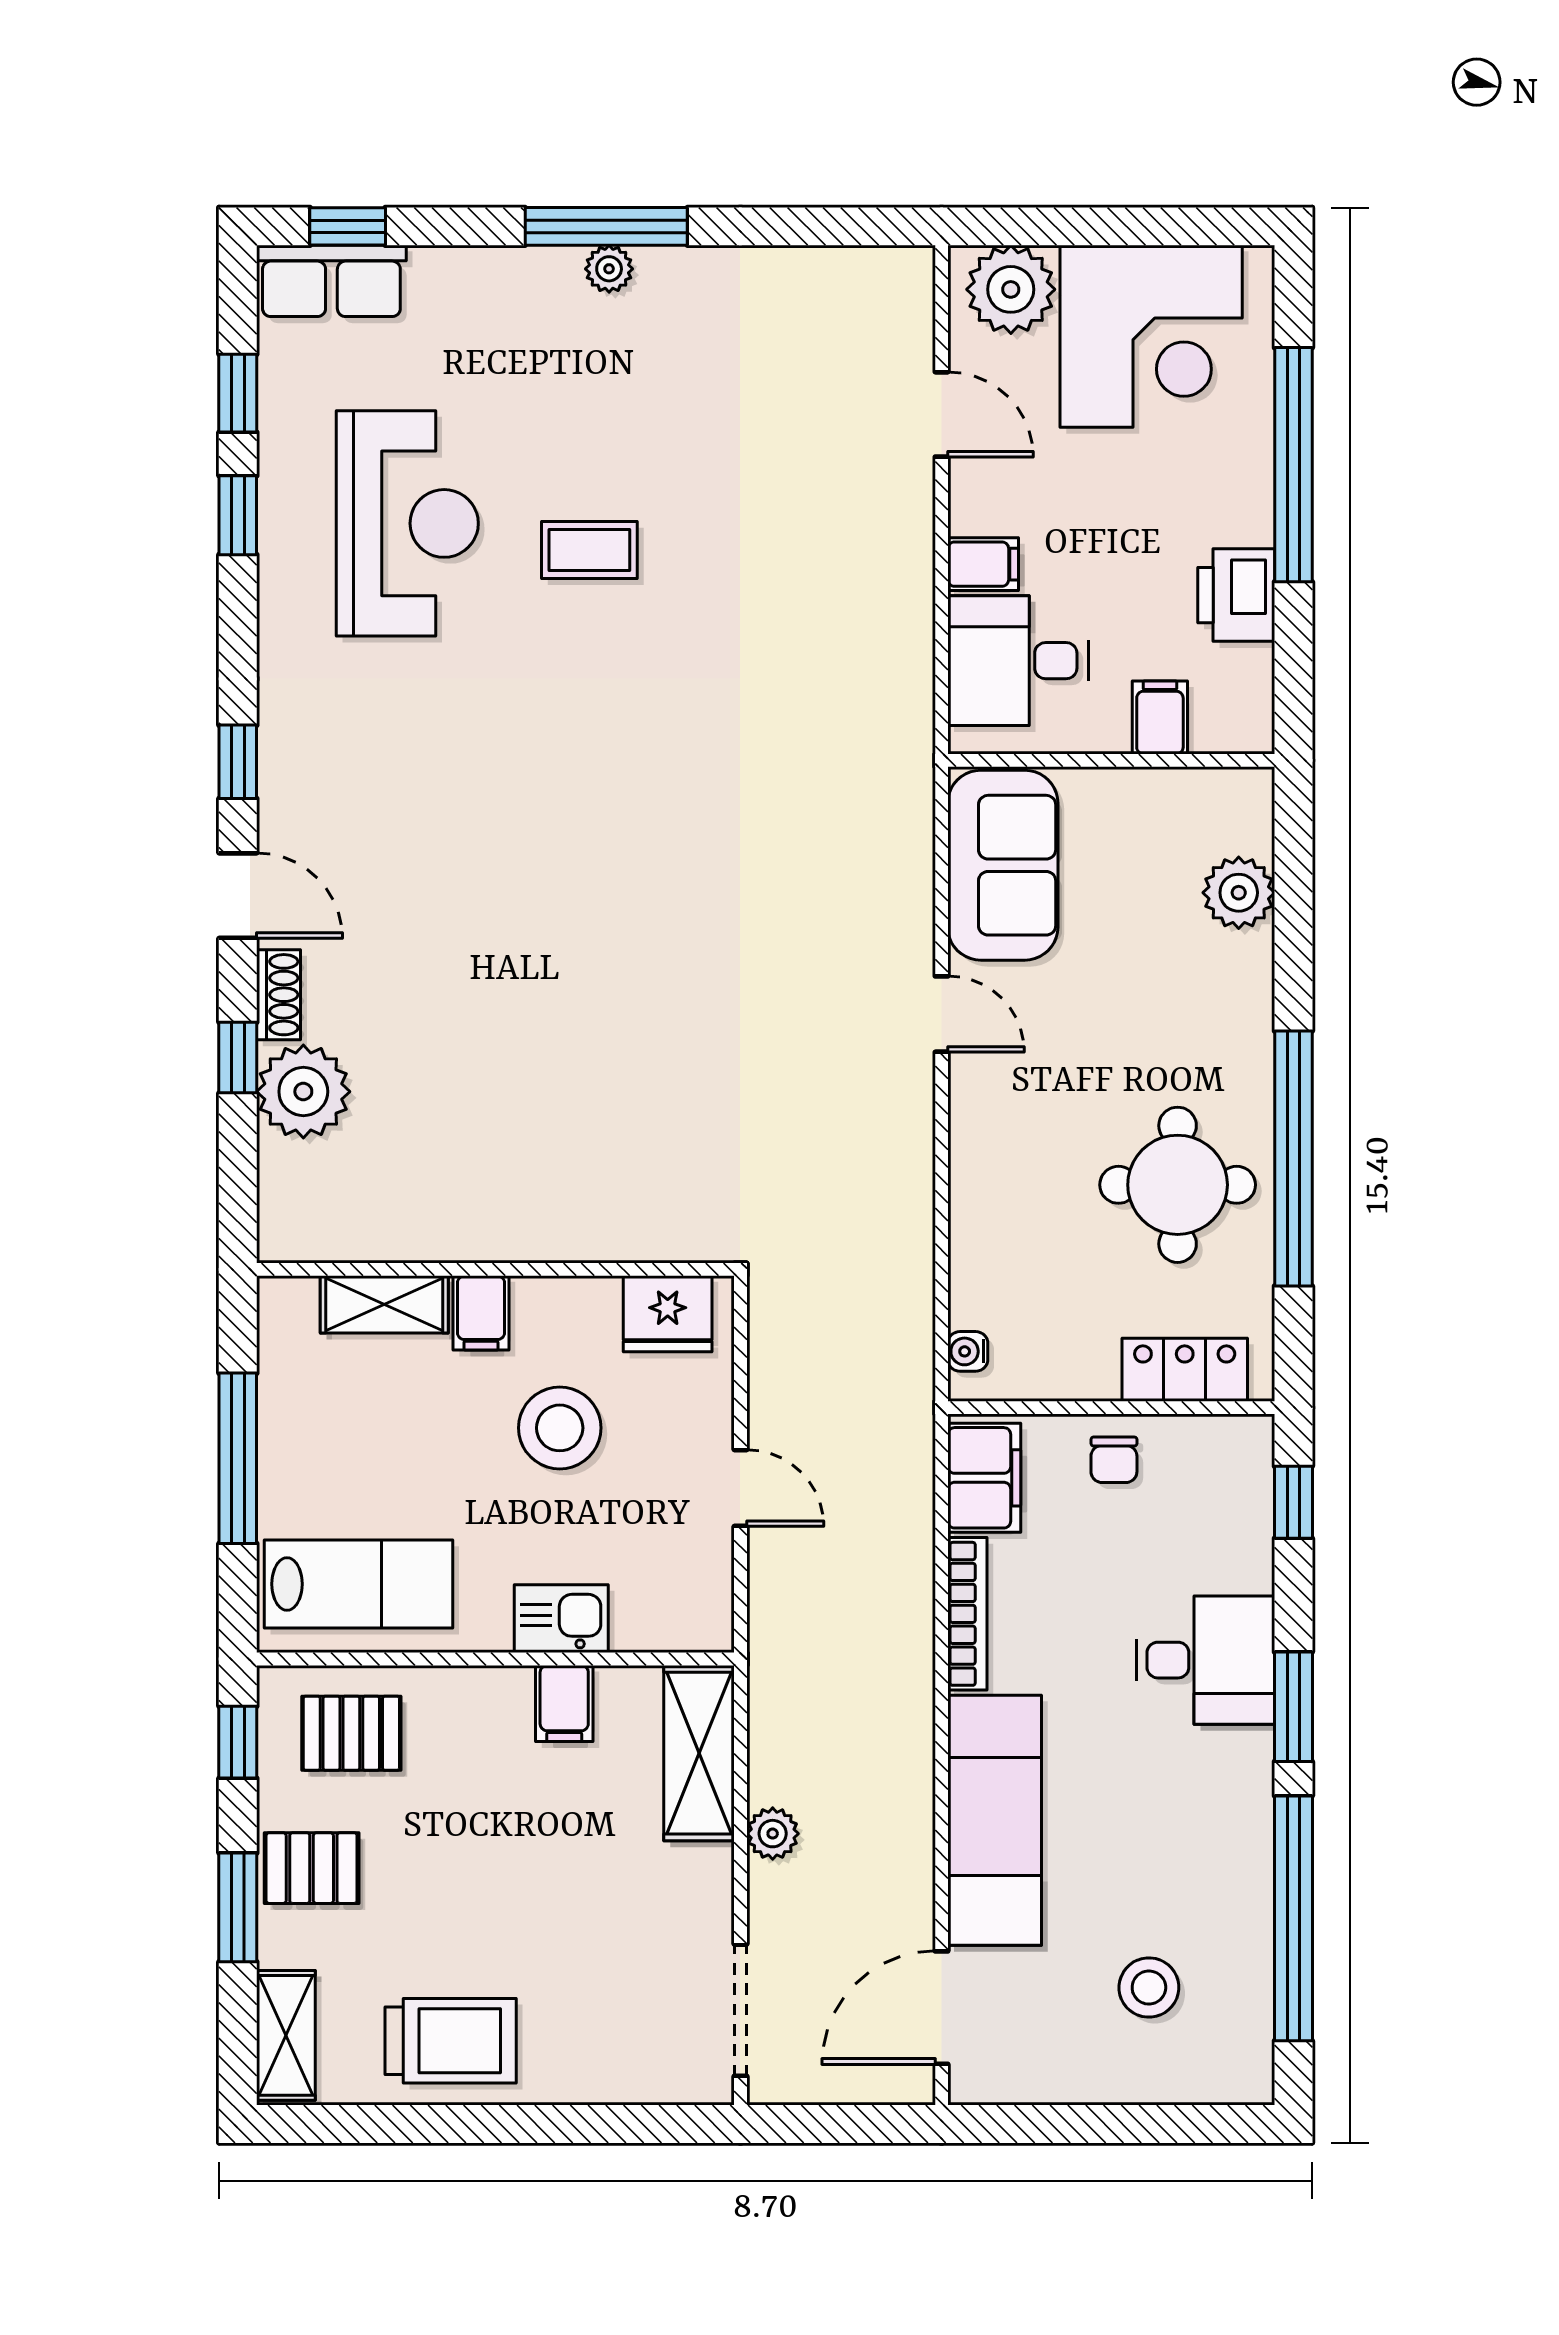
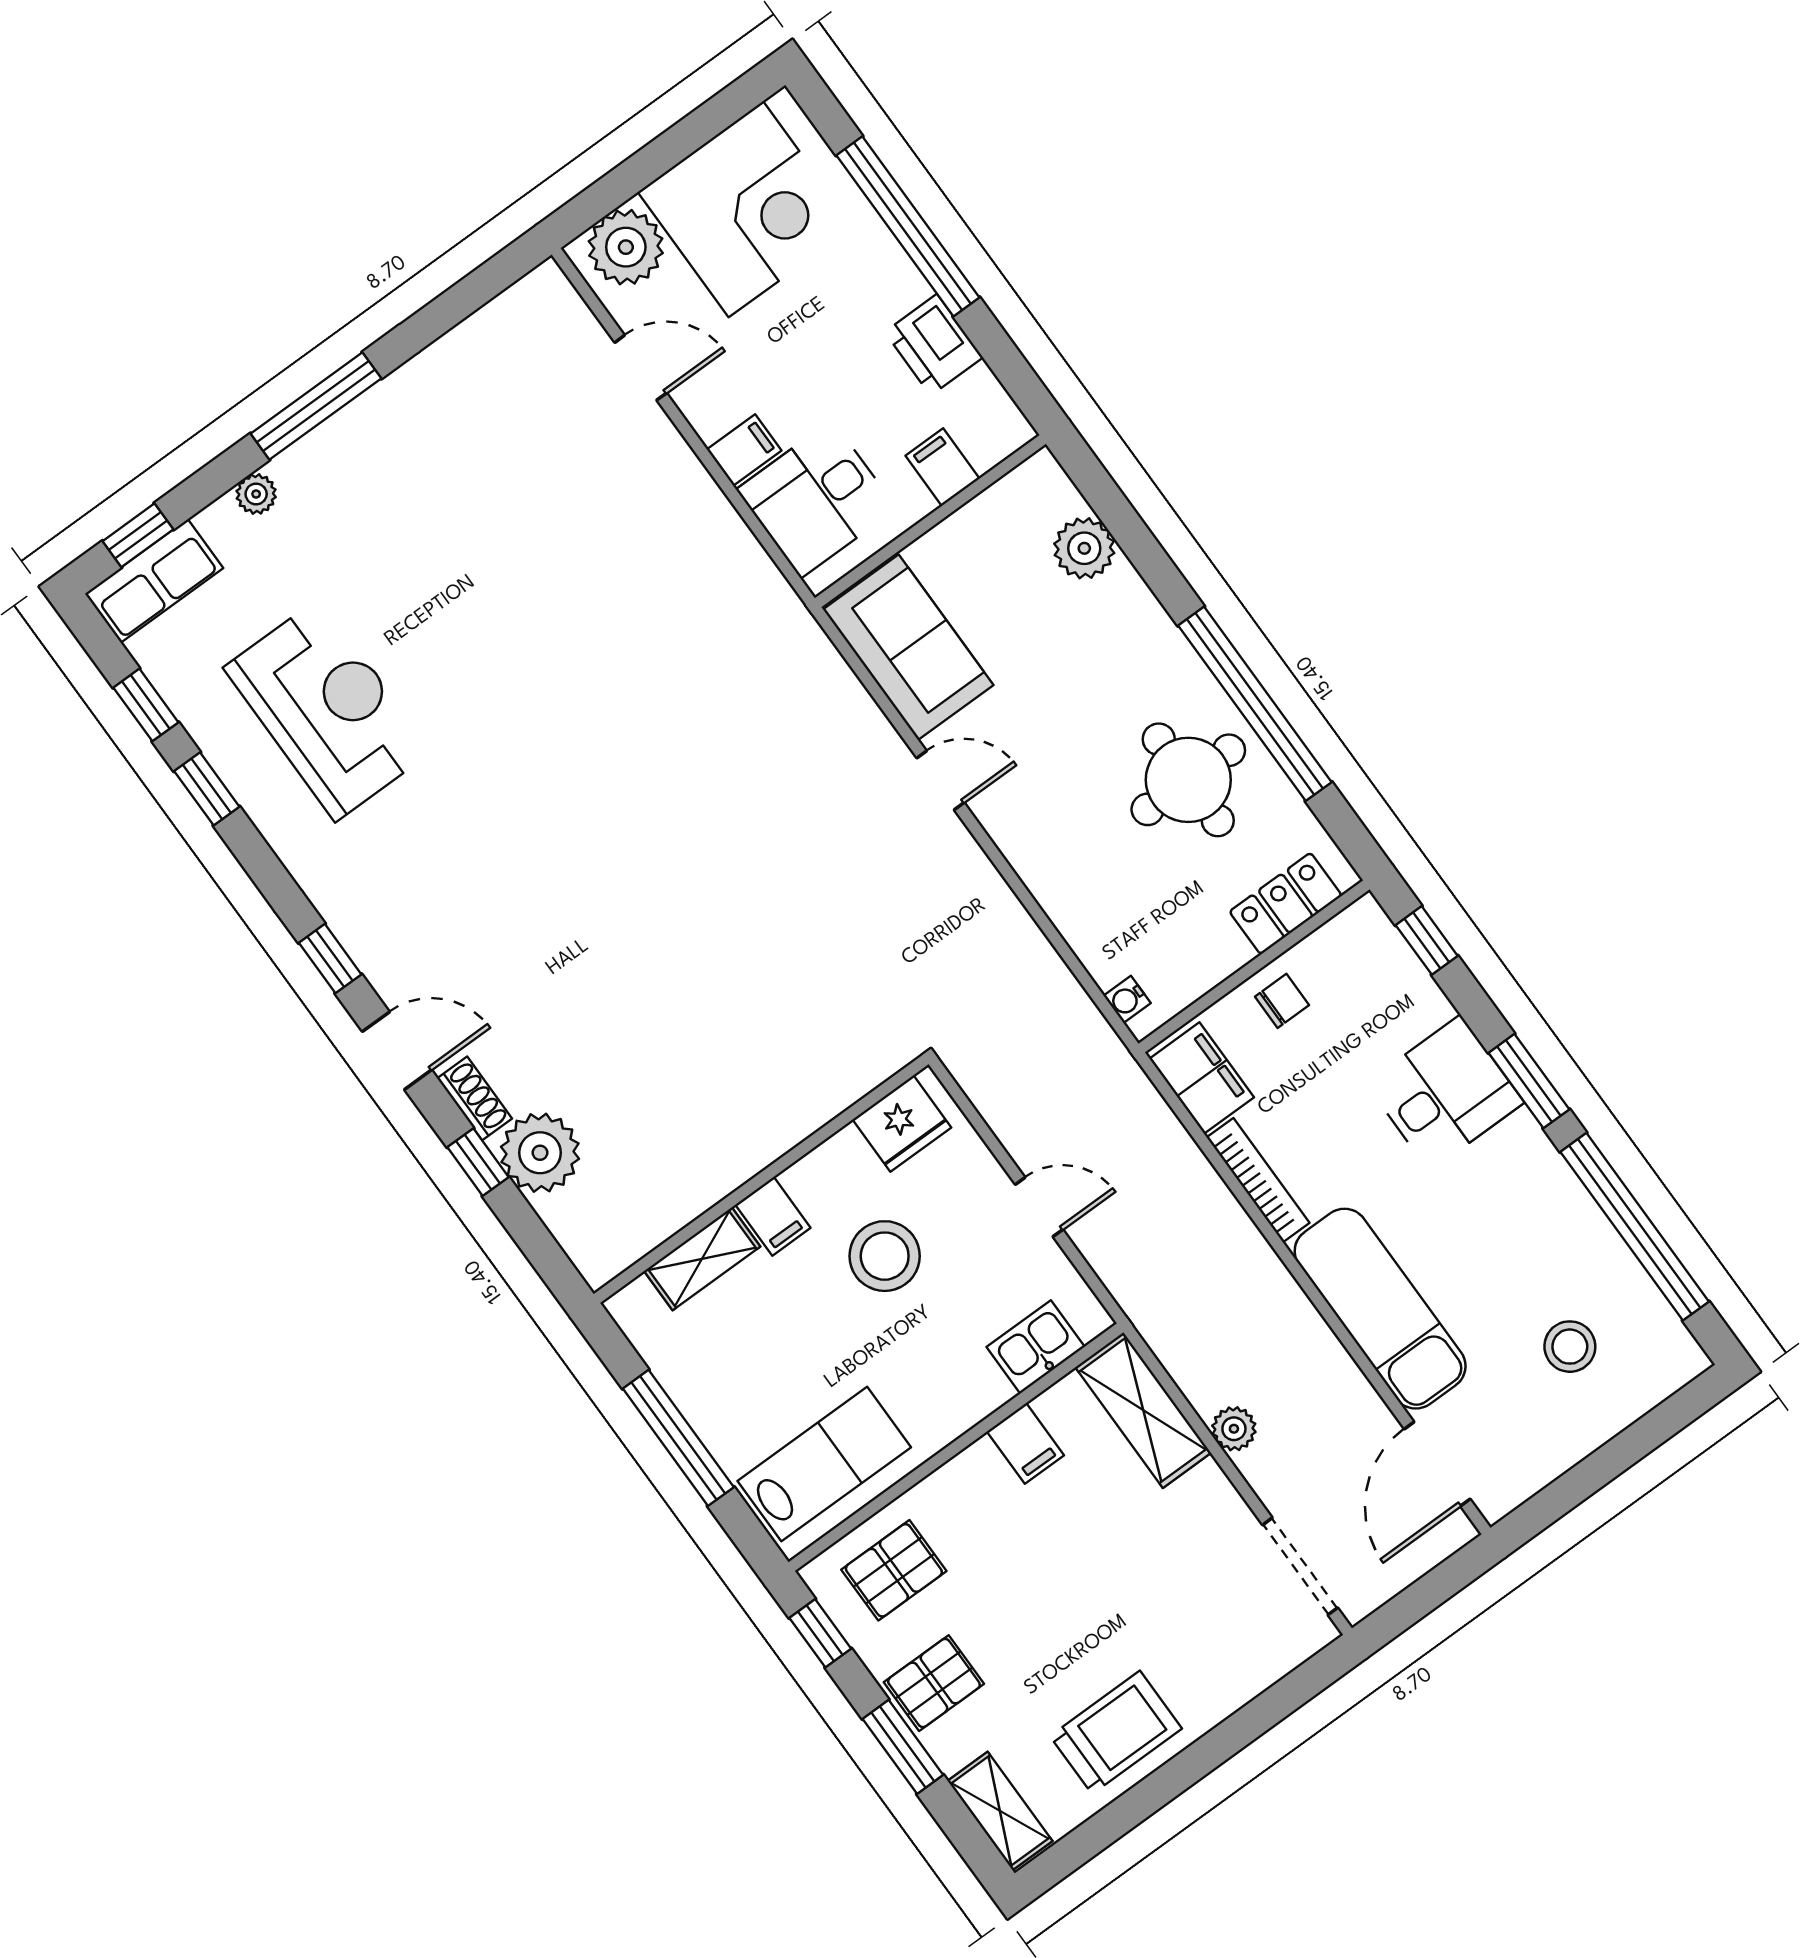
plant: (609, 269) -> (256, 494), moved
coffee table: (589, 550) -> (466, 637), removed
chair: (1114, 1460) -> (1282, 1001), turned -90
kitchen sink: (561, 1619) -> (1036, 1347), moved

